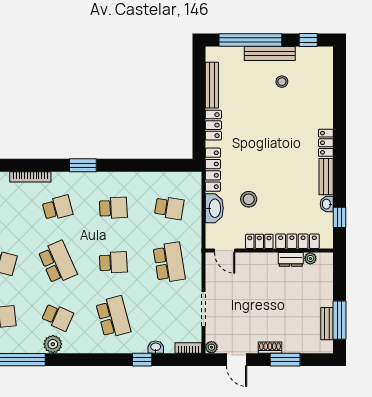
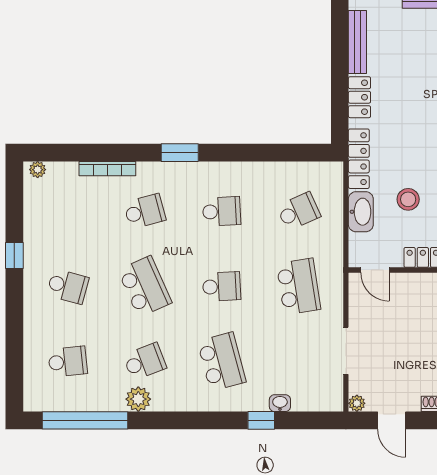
school desk: (169, 208) -> (299, 211), turned -33
school desk: (57, 317) -> (145, 362), turned -45
bookcase: (188, 348) -> (325, 404), removed

